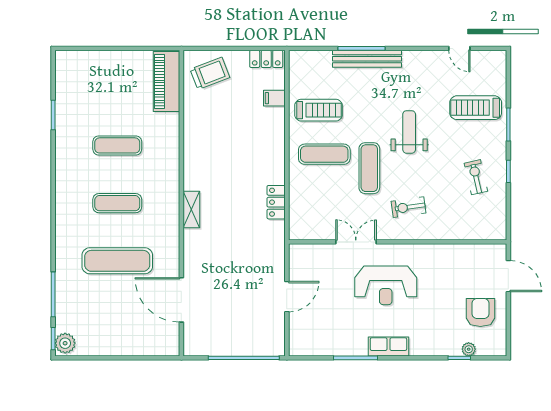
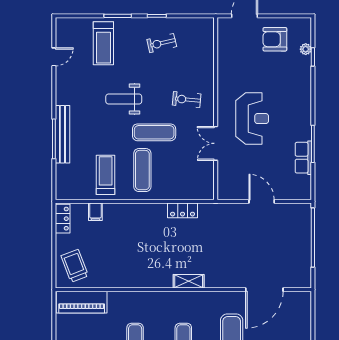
exercise bike: (409, 207) -> (187, 100), turned 103
row of seats: (388, 346) -> (303, 158), moved

